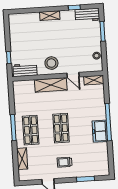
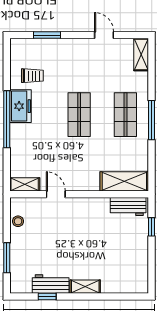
workbench: (87, 15) -> (51, 284), moved
stool: (51, 63) -> (87, 214), removed
shelving: (51, 85) -> (124, 181), moved
shelving: (22, 159) -> (141, 55), moved
trolley: (65, 162) -> (32, 76), moved

